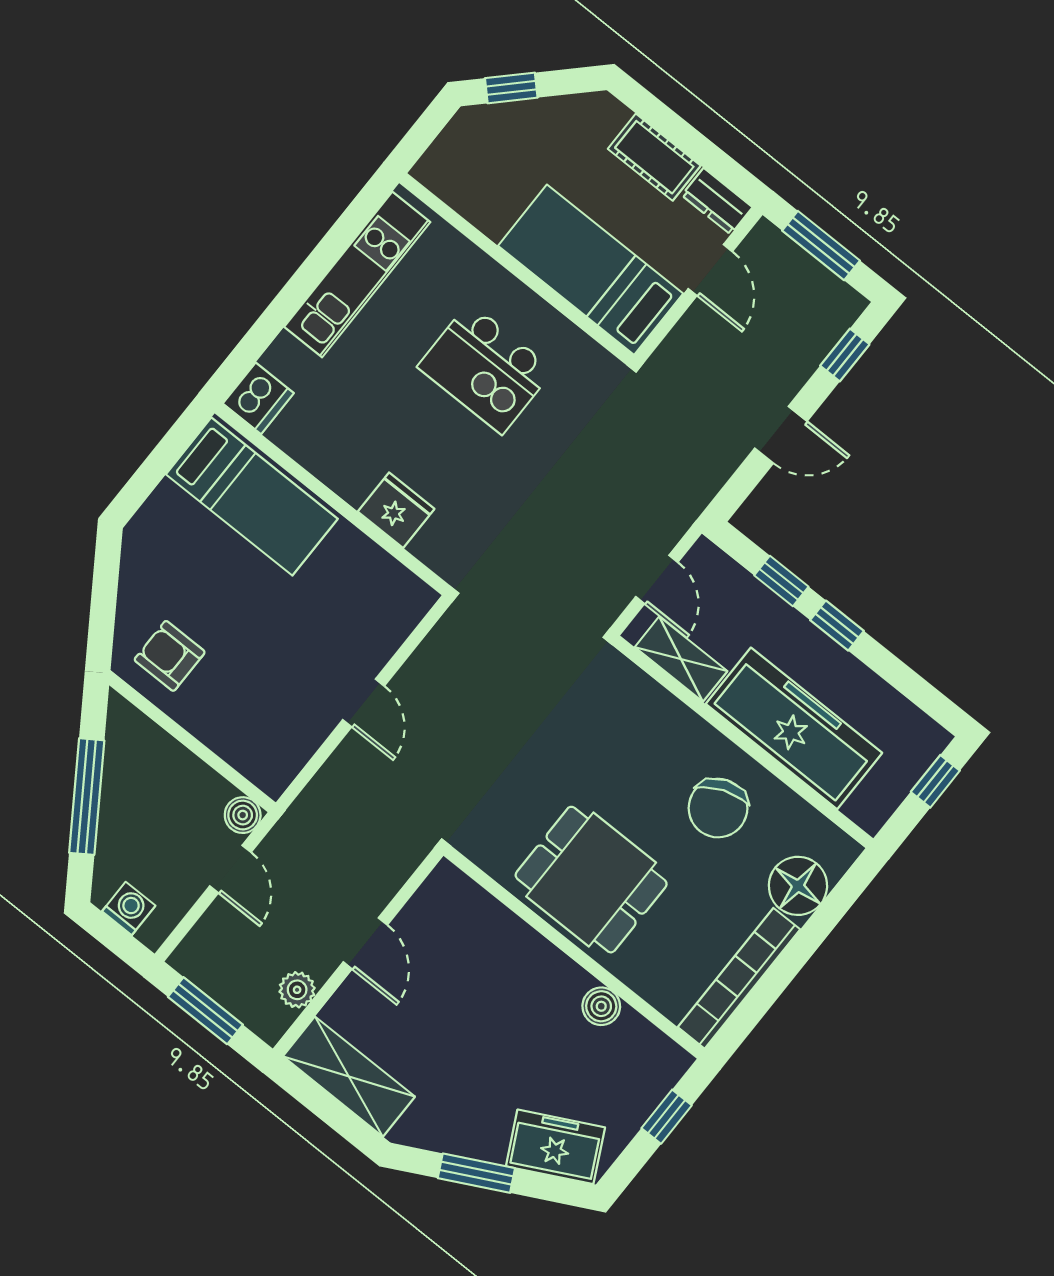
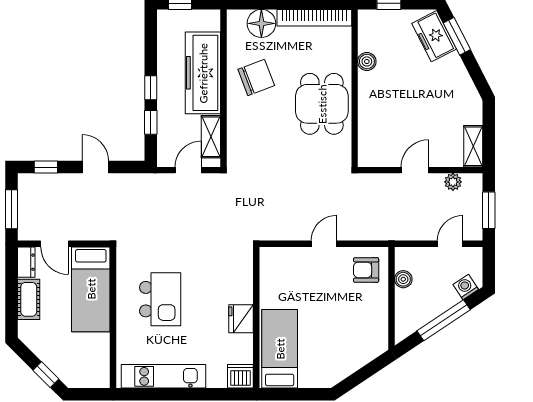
door: (710, 270) -> (55, 244), swing flipped
fridge: (396, 510) -> (241, 319), moved
armchair: (170, 656) -> (366, 270), moved, turned 90
boiler: (243, 815) -> (403, 279), moved
door: (230, 869) -> (450, 244), moved
washing machine: (129, 909) -> (466, 287), moved, turned 56
shelving: (349, 1077) -> (473, 146), width x0.67, depth x0.75
window: (476, 1173) -> (457, 36), moved

